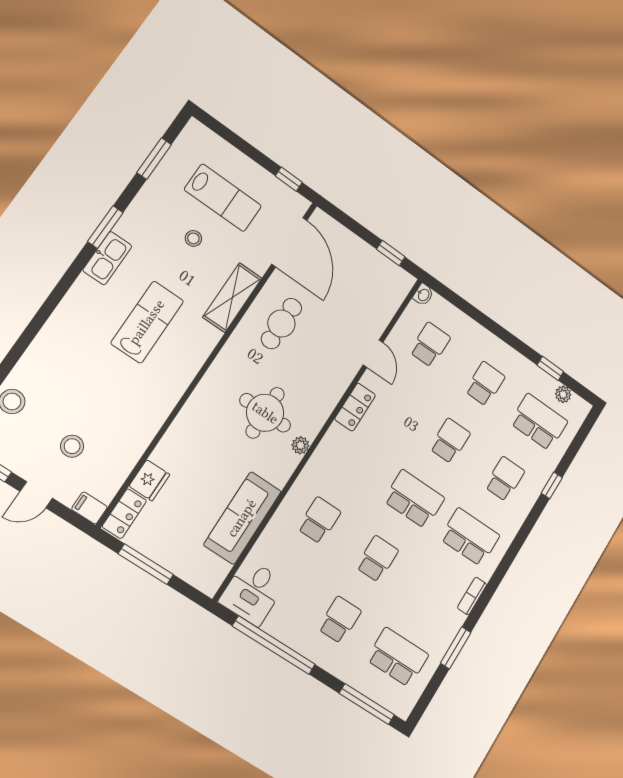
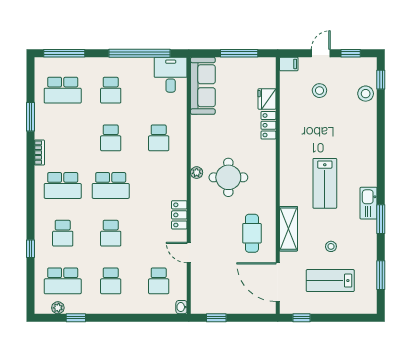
locker: (124, 514) -> (268, 125), moved
sofa: (242, 518) -> (203, 86), moved

